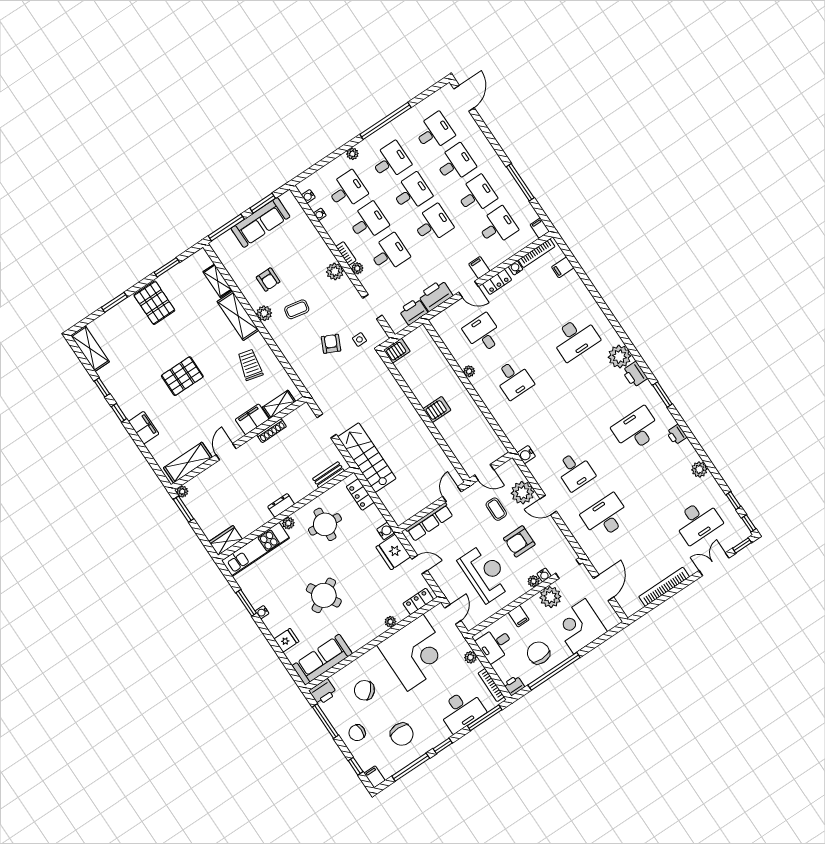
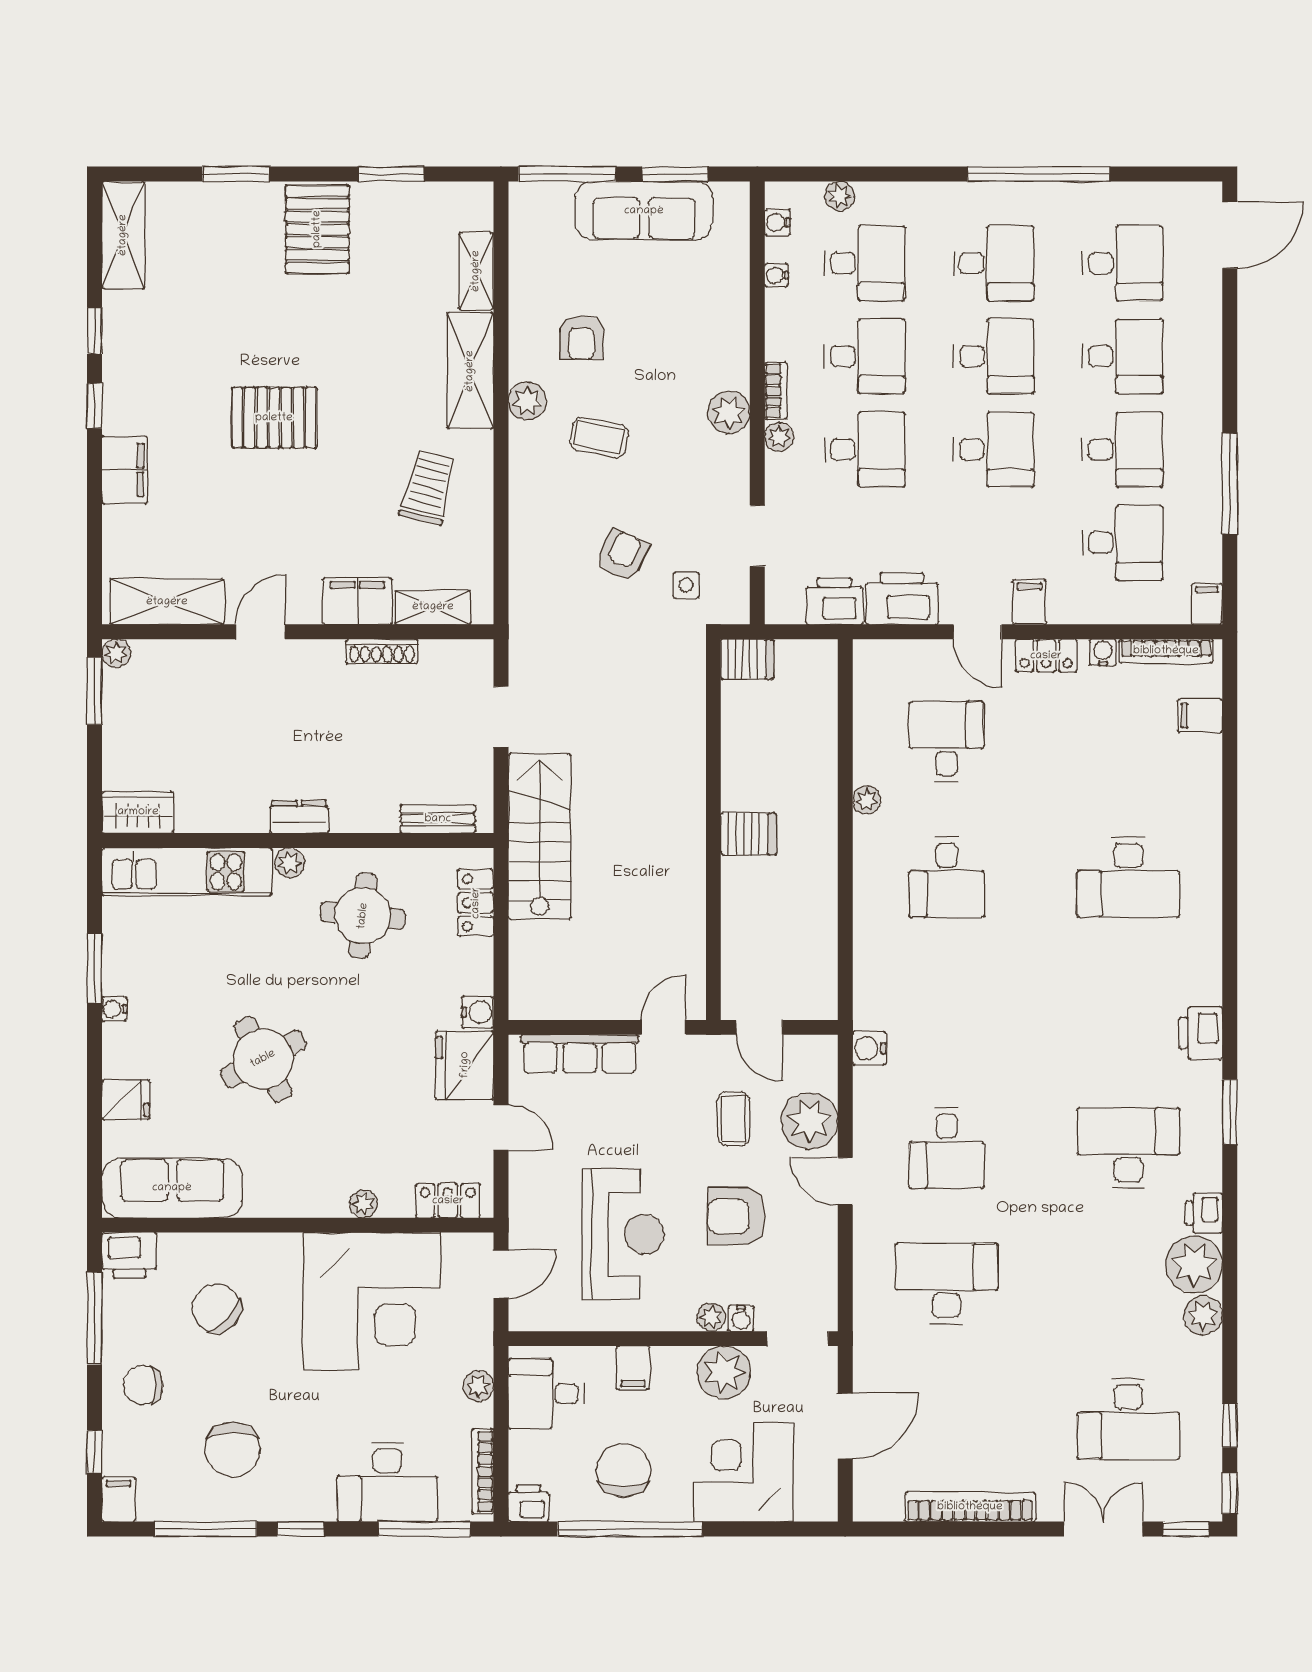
plant: (352, 154) -> (840, 196), moved
plant: (619, 357) -> (1194, 1265), moved

